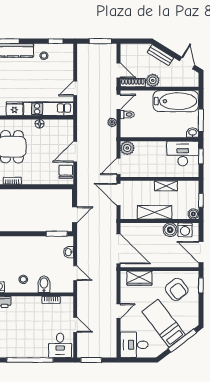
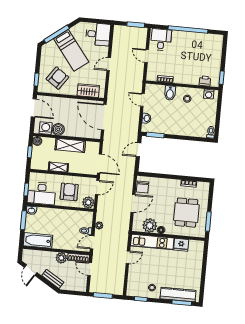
bathtub: (176, 101) -> (38, 240), width x0.73, depth x0.73
plant: (53, 128) -> (150, 225), added
armchair: (151, 158) -> (69, 192), added
armchair: (177, 289) -> (57, 78), turned 73

